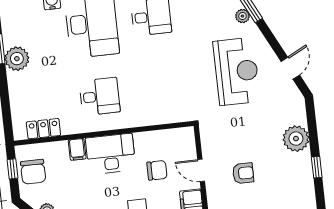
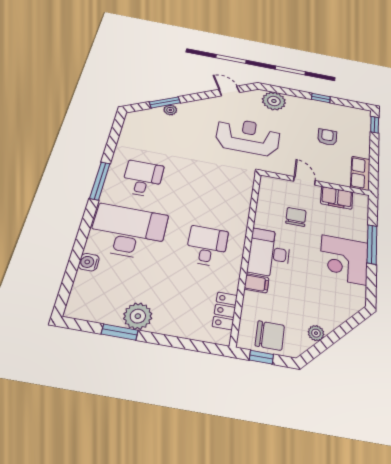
reception desk: (237, 71) -> (248, 137), moved
plant: (296, 139) -> (274, 101), moved
door: (201, 170) -> (304, 181), swing flipped
armchair: (243, 173) -> (327, 137), moved

